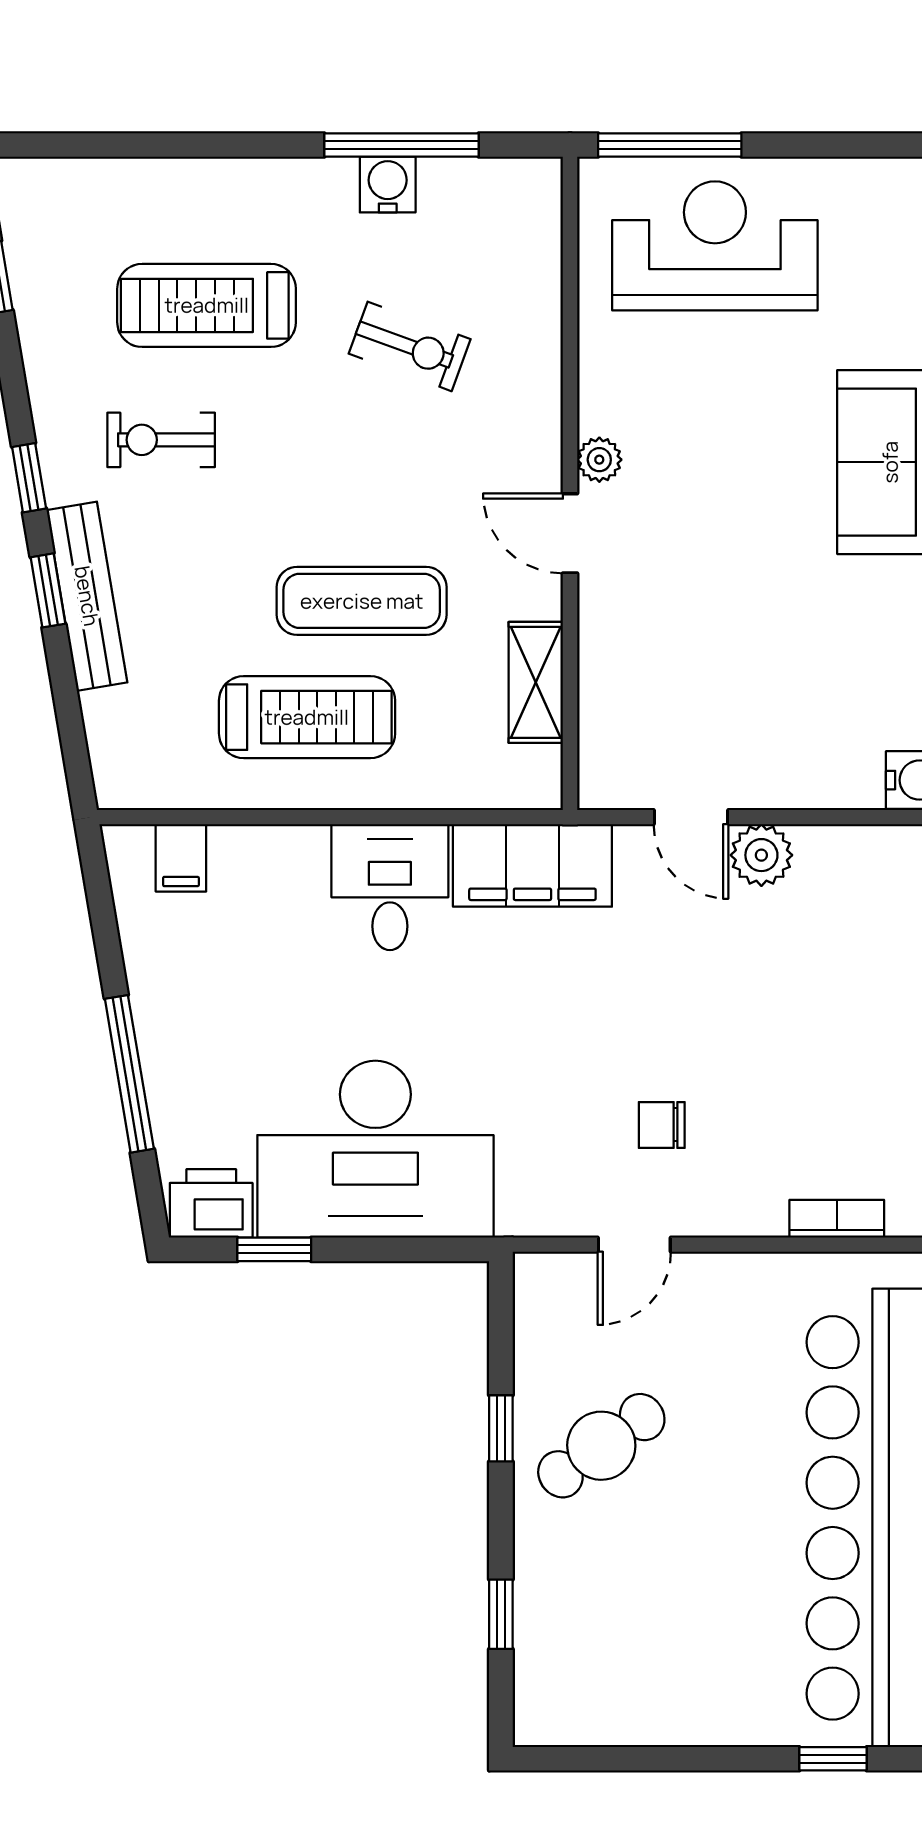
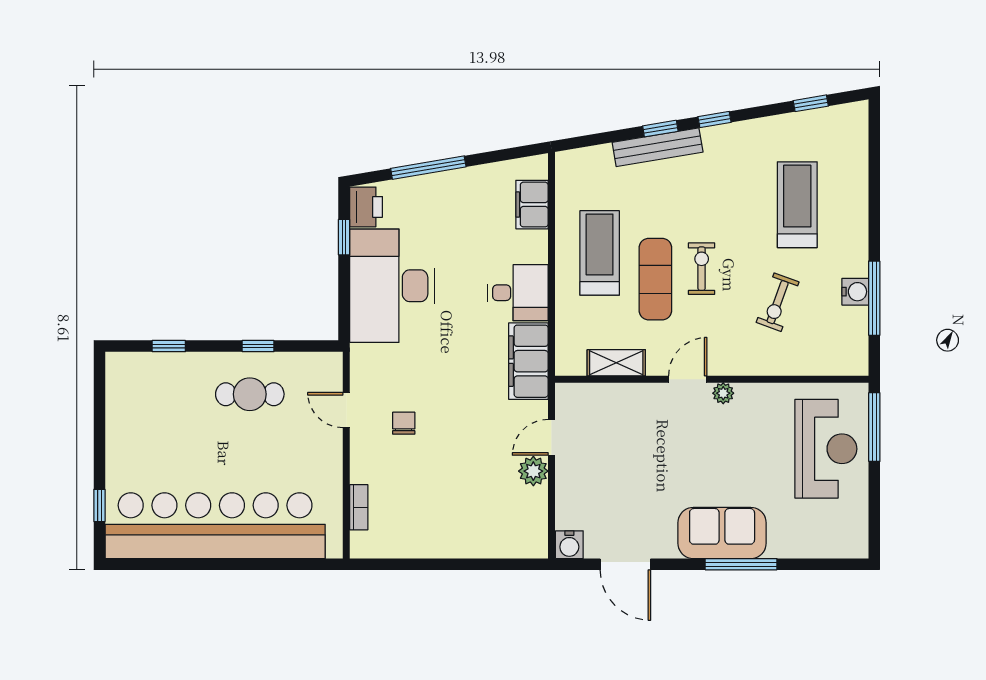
exercise bike: (161, 440) -> (702, 269), moved
treadmill: (307, 717) -> (600, 253), turned 180
filing cabinet: (181, 858) -> (532, 205), width x2.00
cafe table: (601, 1446) -> (250, 394), turned -55

